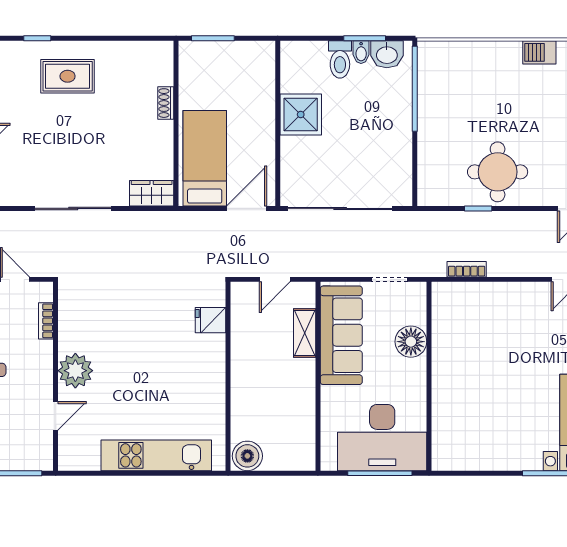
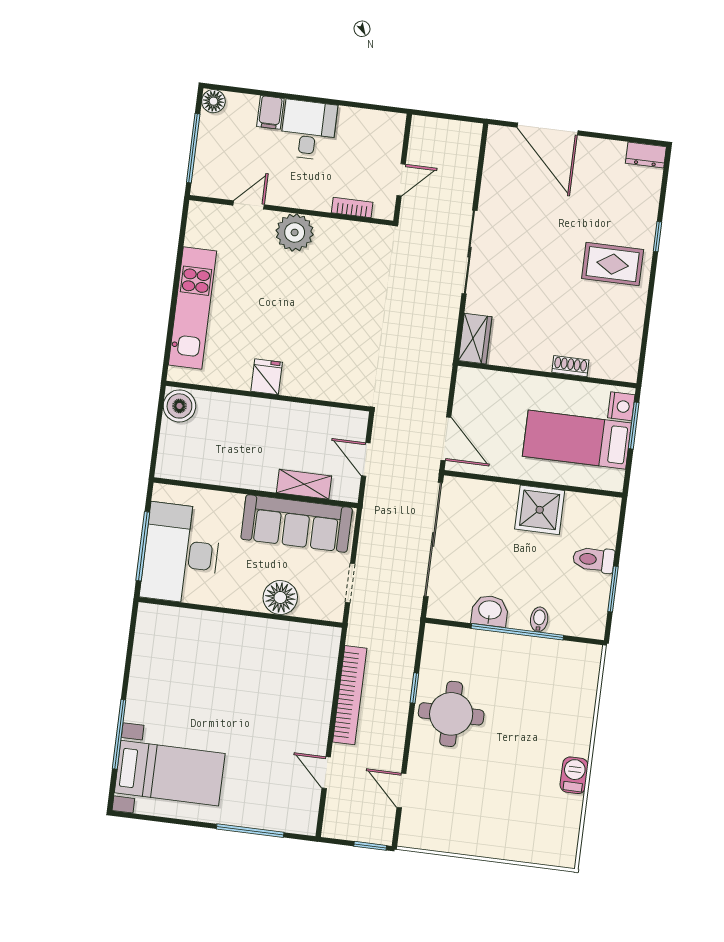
nightstand: (197, 52) -> (621, 406), added
bidet: (361, 52) -> (539, 619), moved, turned 90
washbasin: (387, 54) -> (490, 611), moved, turned 90
rug: (68, 76) -> (613, 264), turned 90
window: (415, 89) -> (517, 632), moved
bed: (205, 158) -> (577, 440), moved, turned 180
bookcase: (467, 269) -> (350, 695), width x2.31, depth x1.31
fridge: (211, 320) -> (267, 377), moved
door: (56, 416) -> (249, 205), swing flipped

